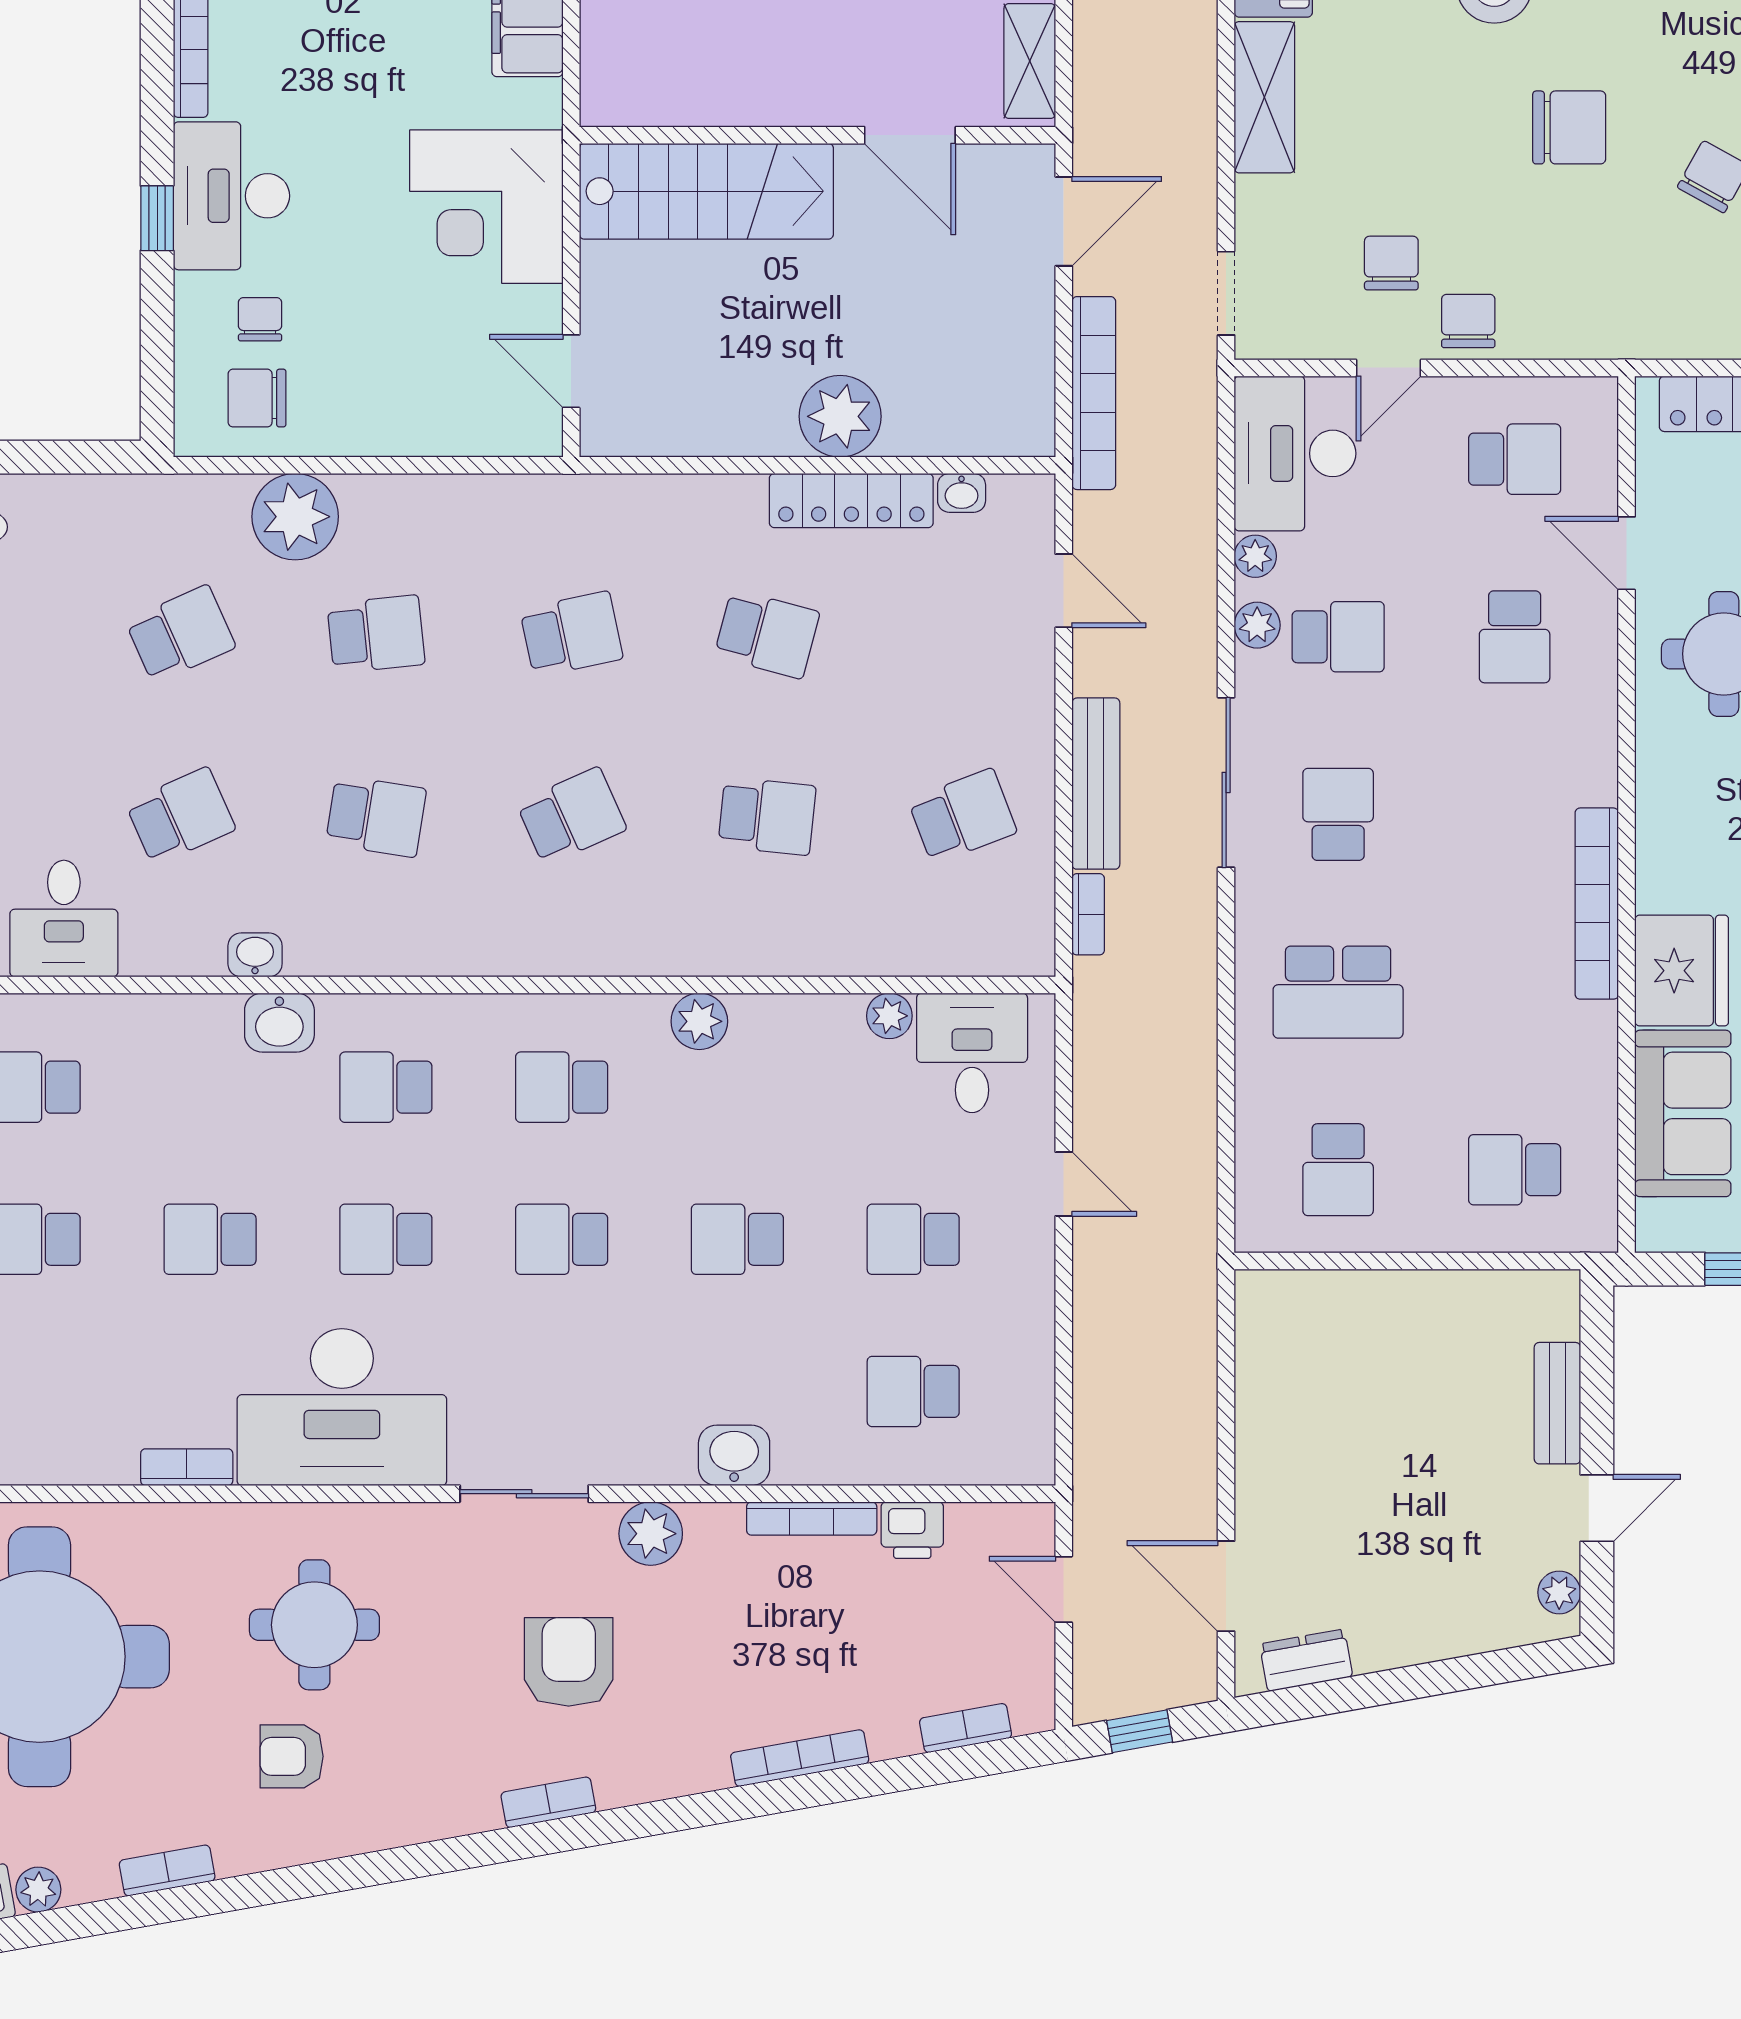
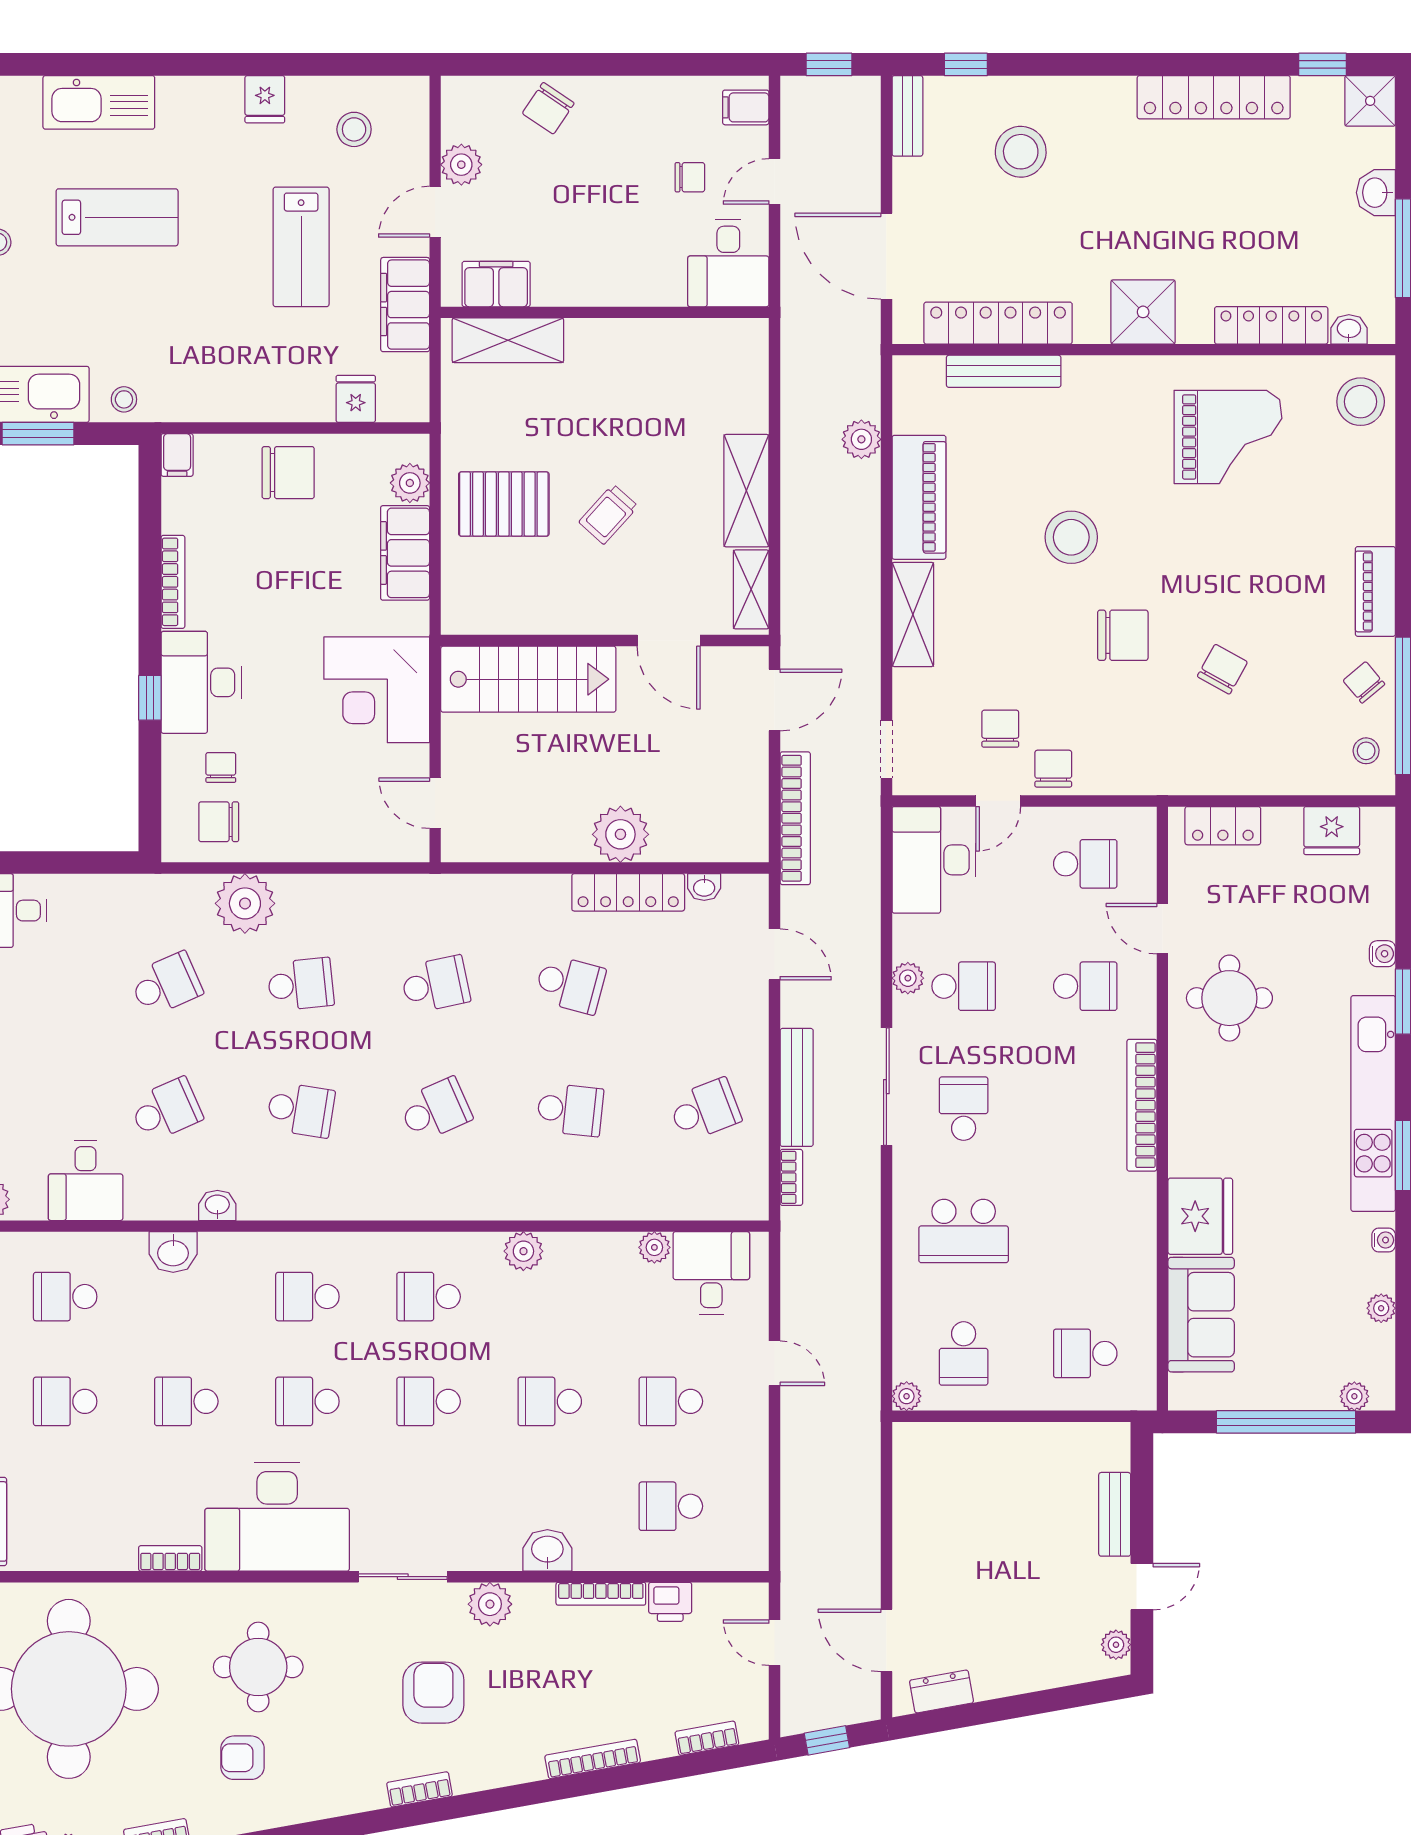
plant: (1255, 556) -> (907, 1396), moved
school desk: (1515, 637) -> (1085, 986), turned -90
bookcase: (1597, 904) -> (1142, 1105), moved
washbasin: (279, 1023) -> (173, 1252), moved

